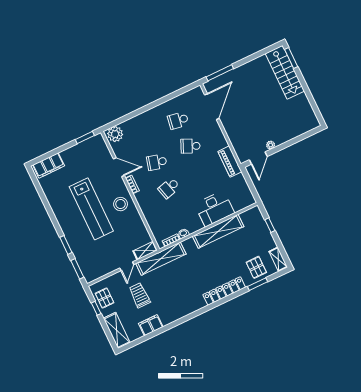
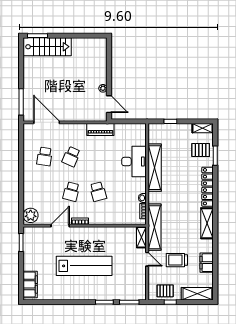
stool: (121, 204) -> (92, 239), removed
shelving: (189, 307) -> (207, 223), added

